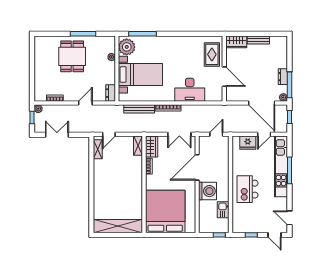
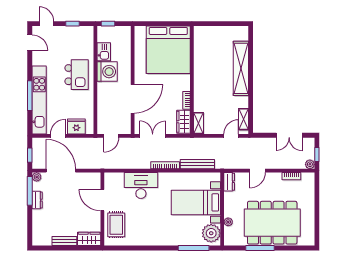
dining table: (72, 56) -> (272, 223), width x1.88, depth x1.24
washing machine: (208, 191) -> (107, 72), moved, turned 180
shelving: (118, 226) -> (241, 68), moved, turned 90

